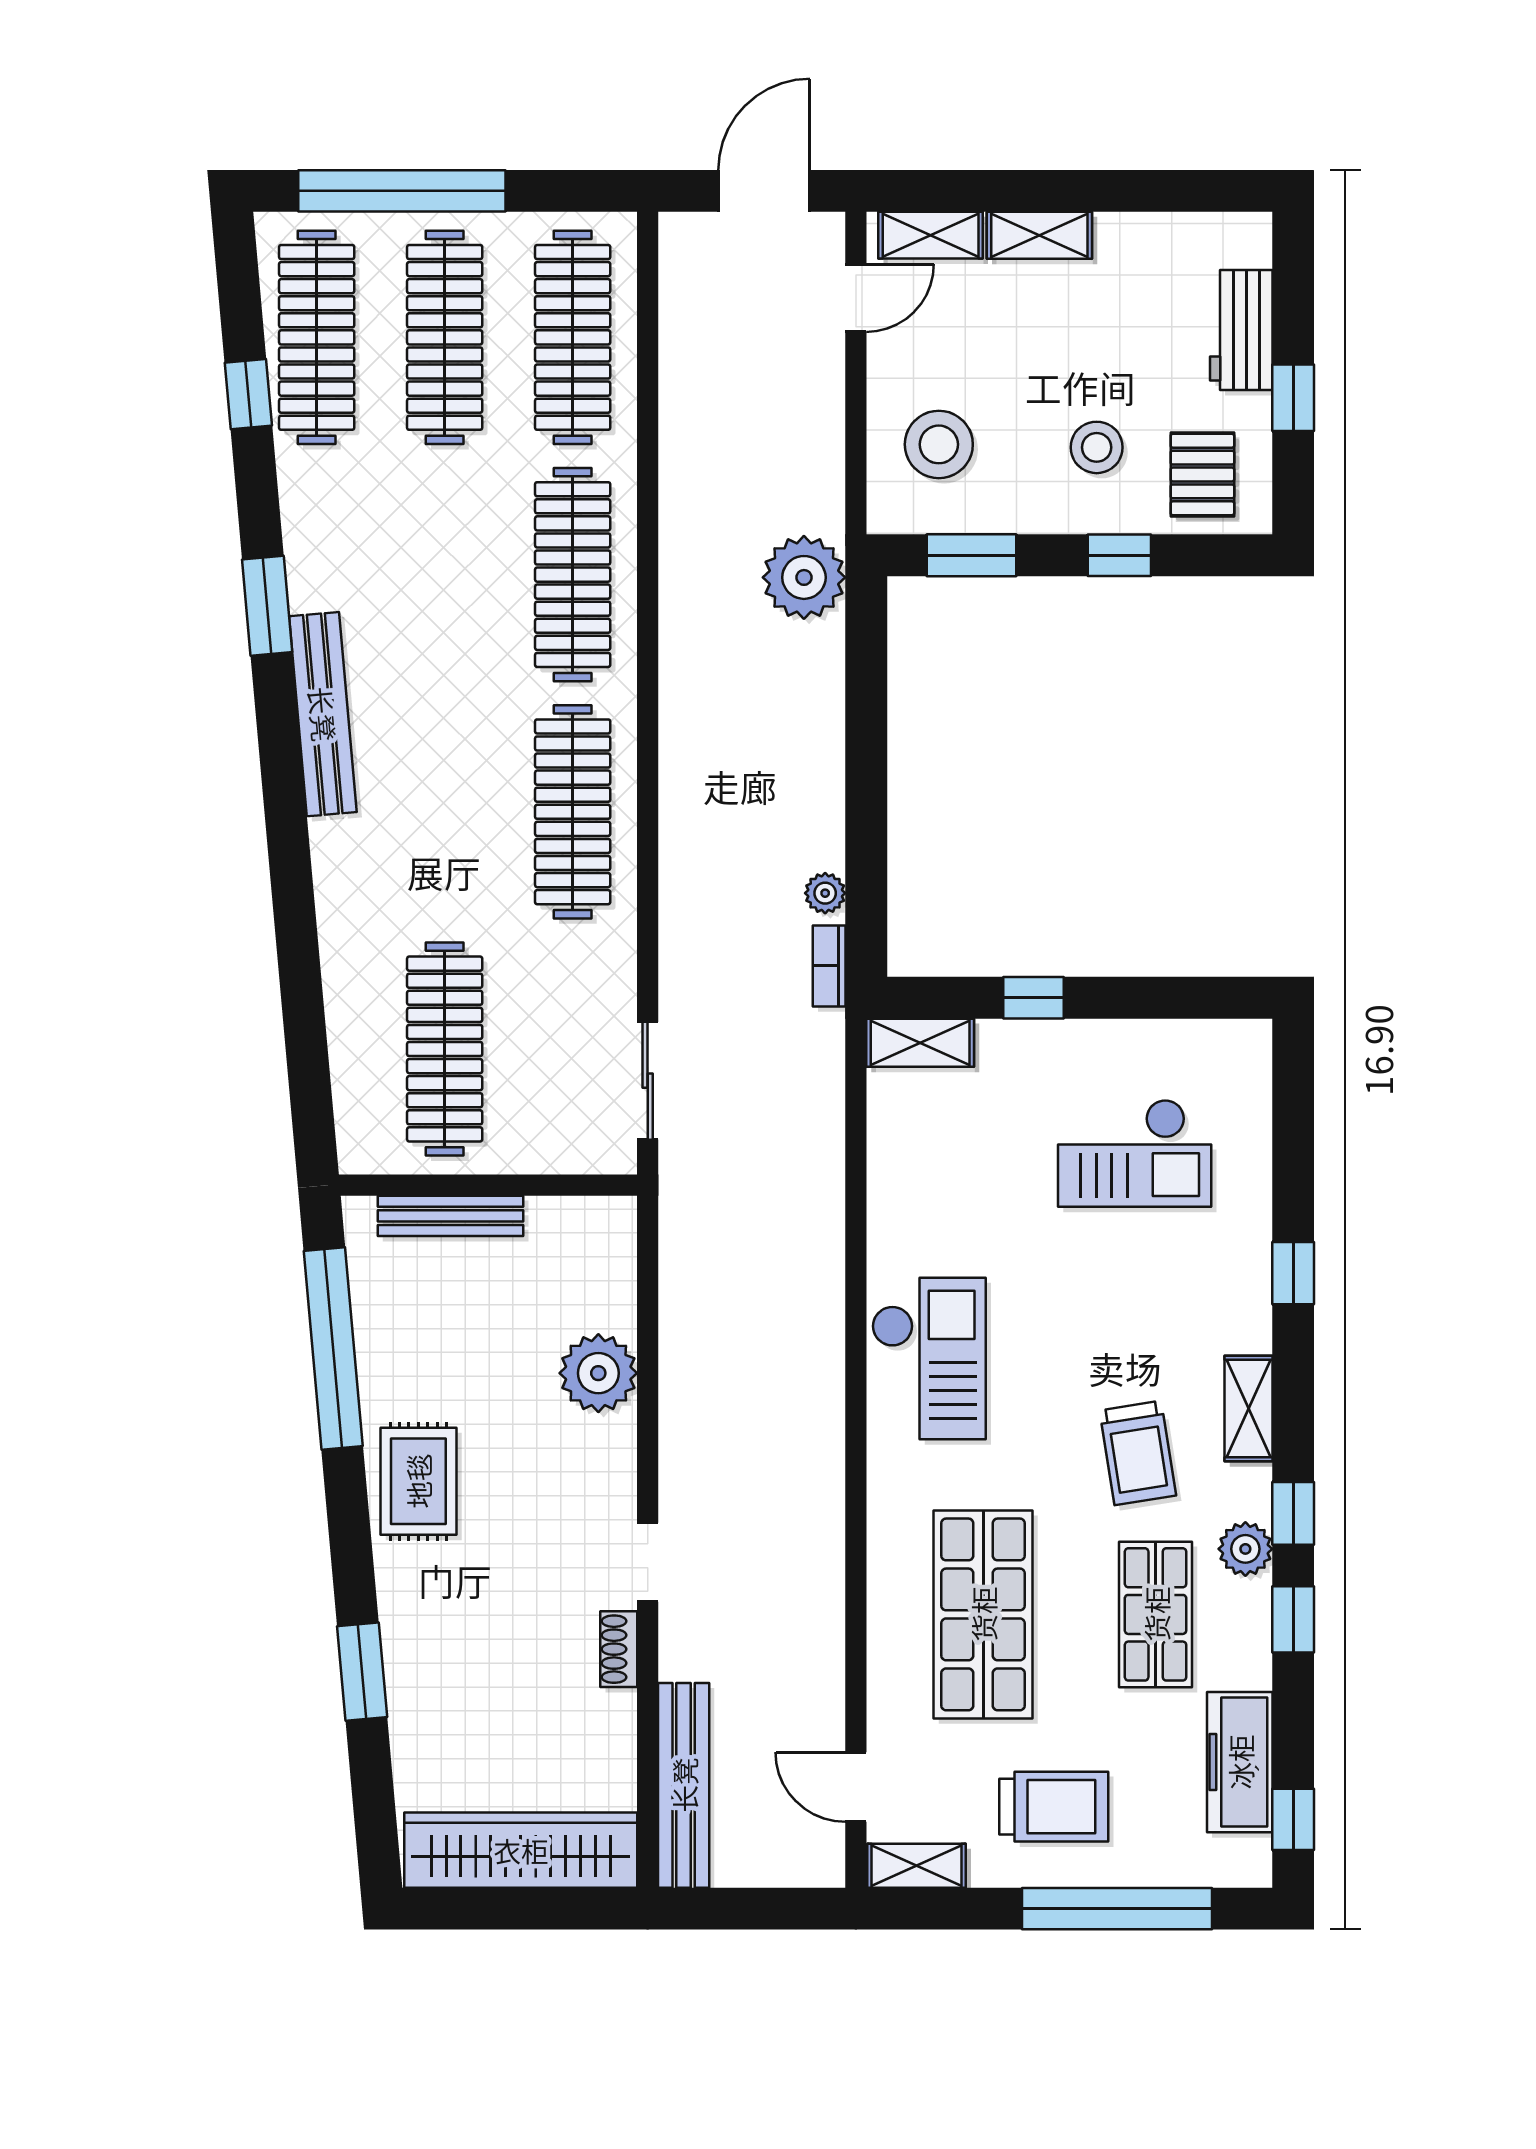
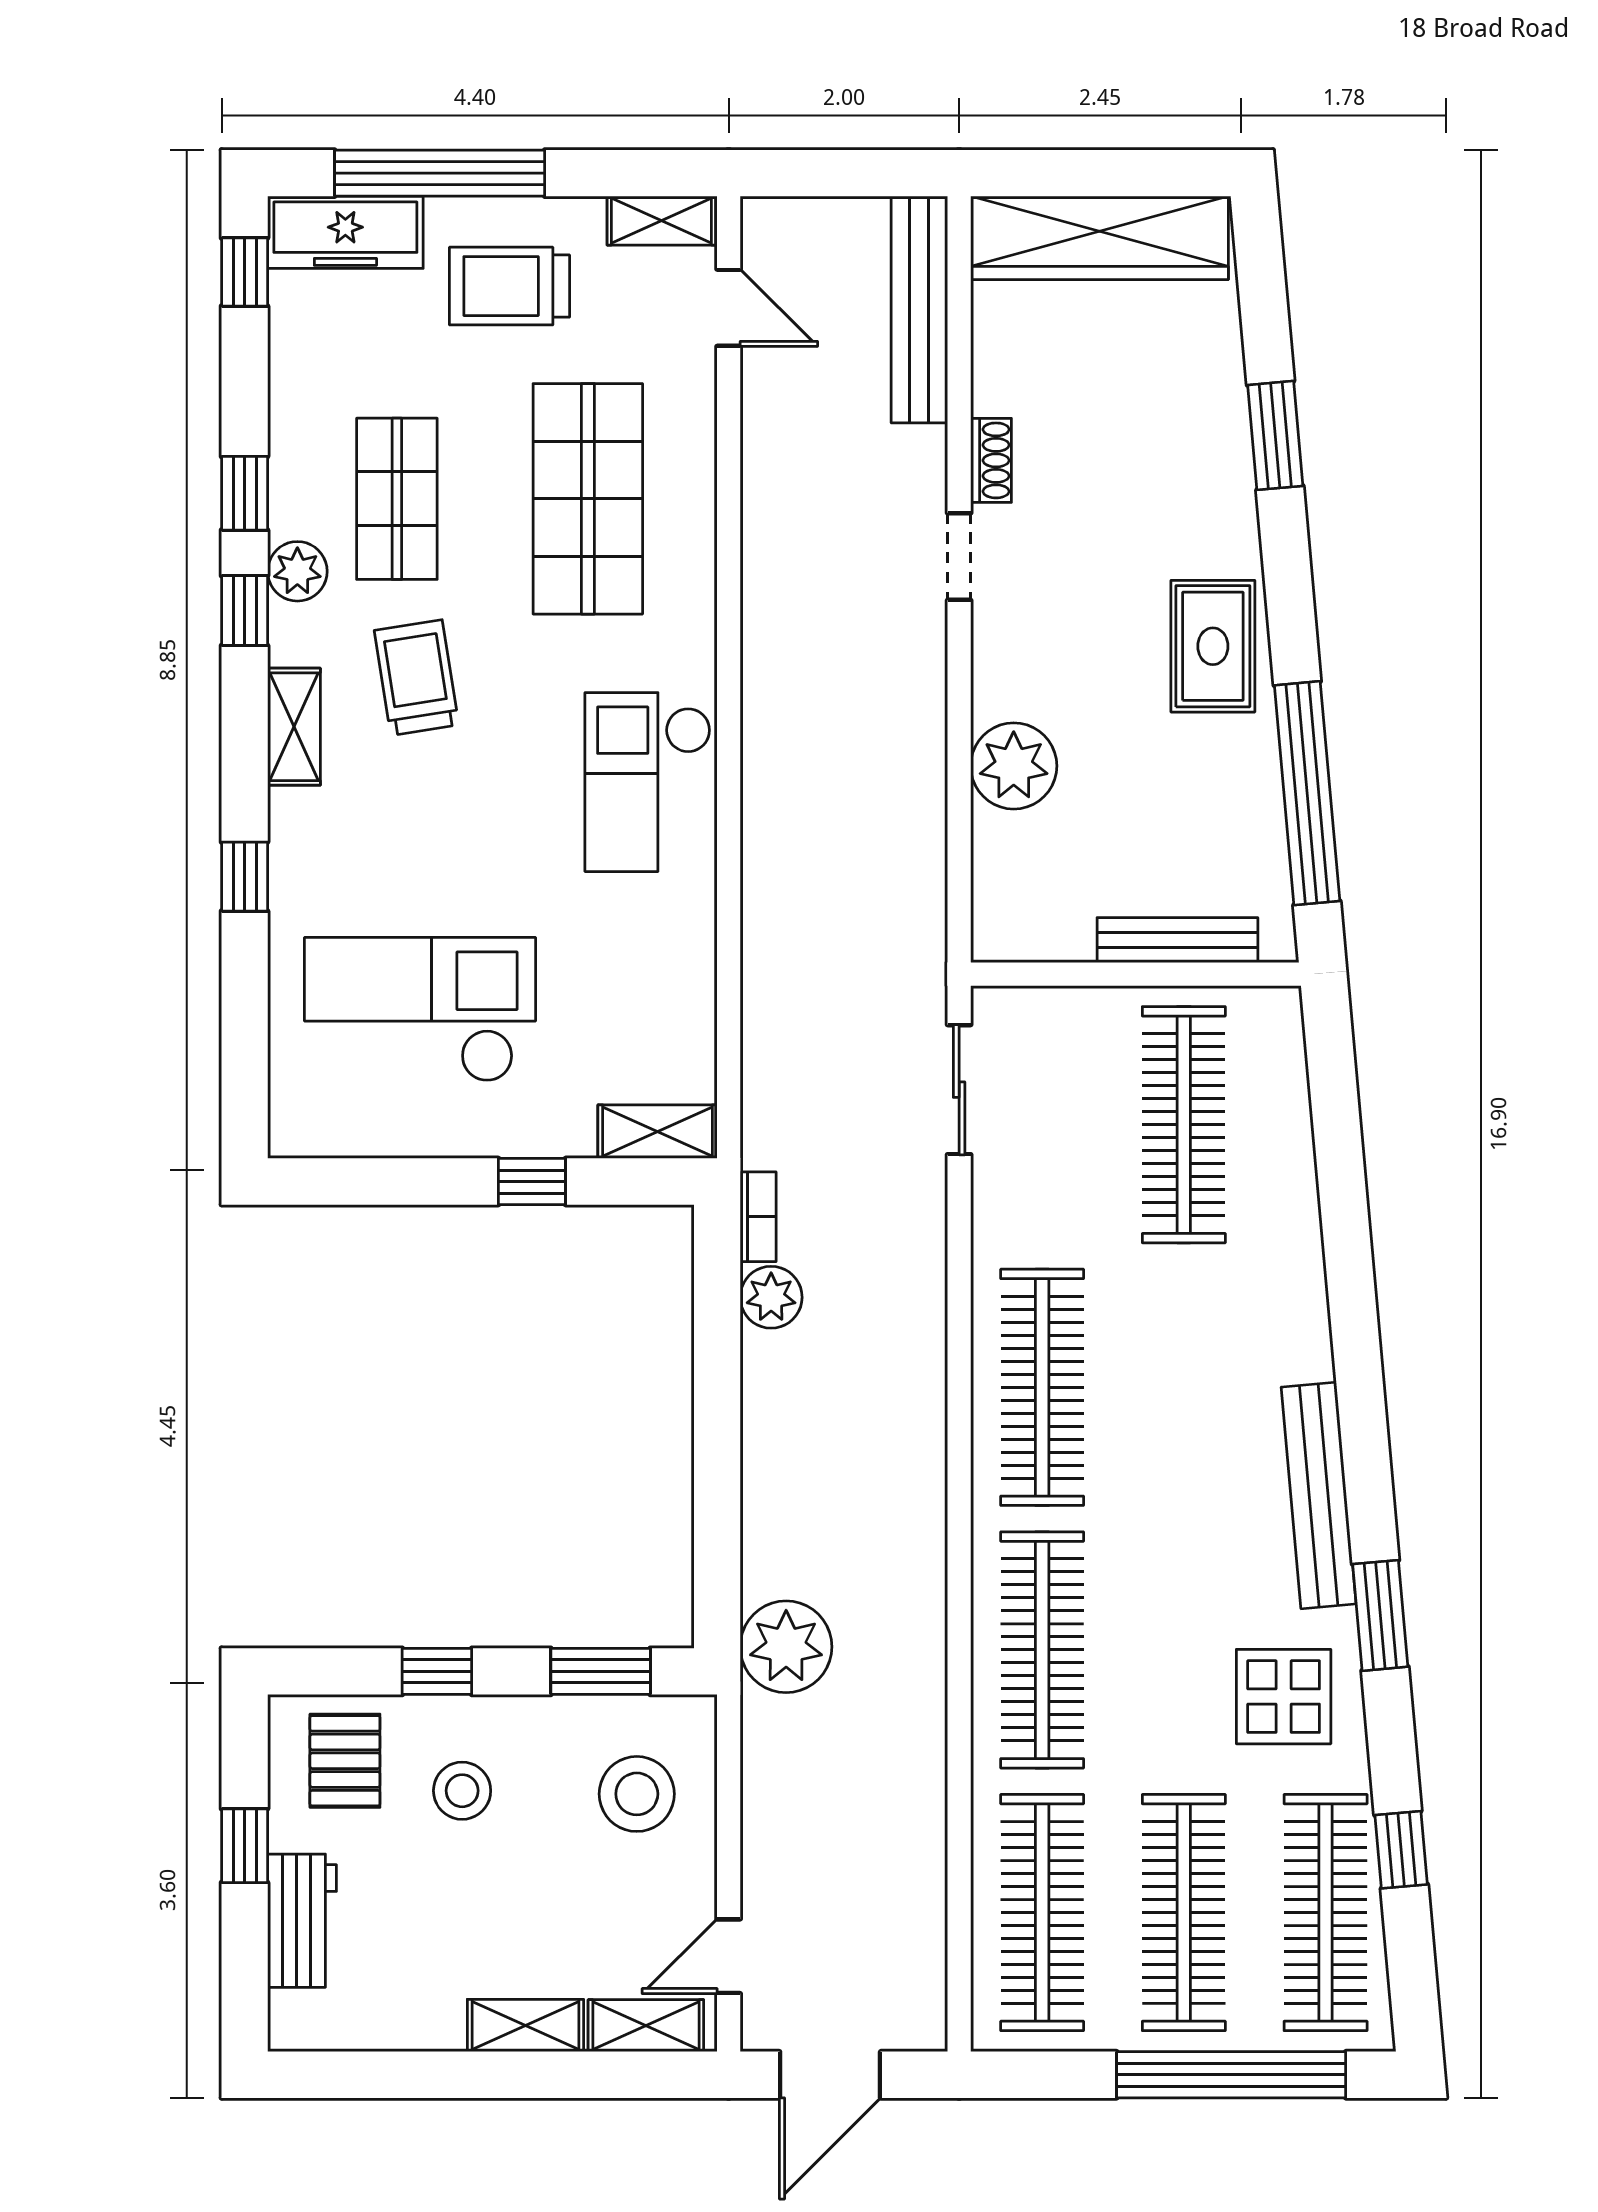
display table: (355, 532) -> (1284, 1697), added
plant: (825, 893) -> (771, 1297), width x1.38, depth x1.38
checkout: (1135, 1153) -> (420, 1010), width x1.36, depth x1.21
freezer: (1240, 1762) -> (345, 232), moved, turned 90

